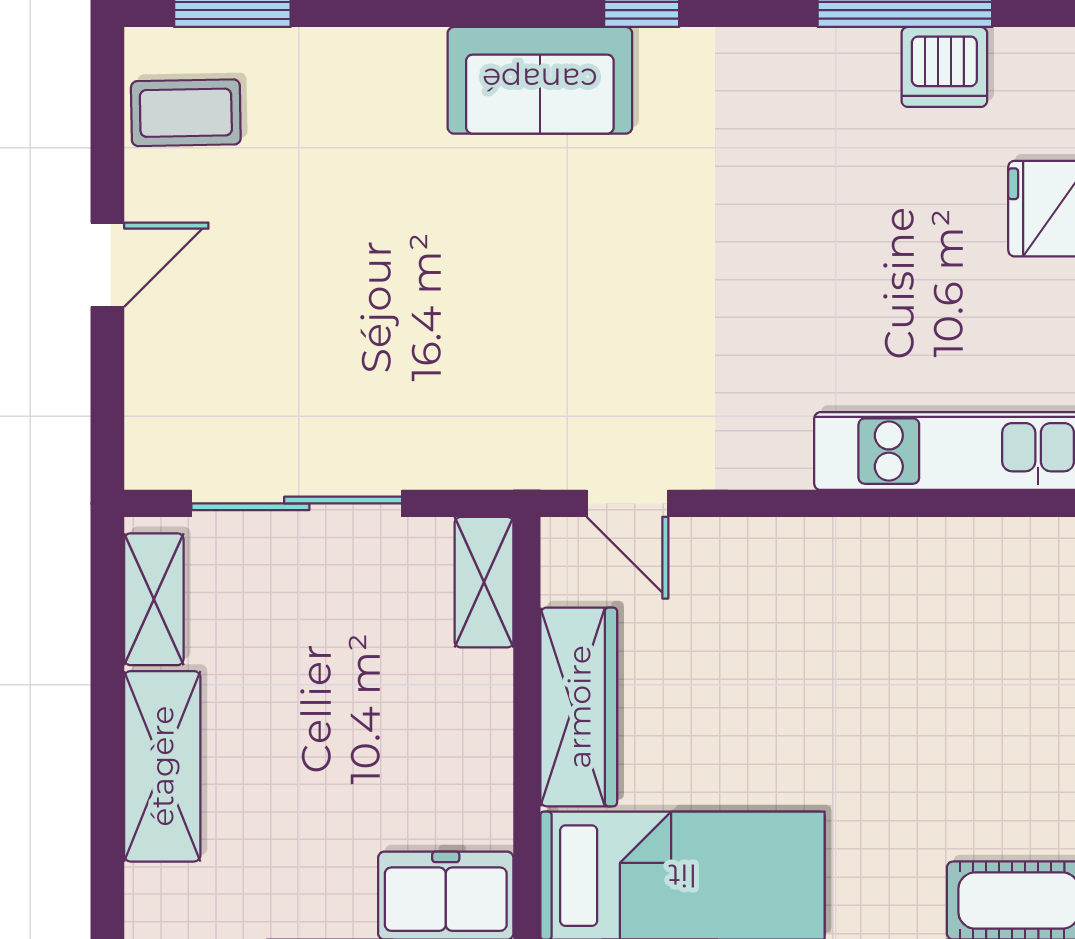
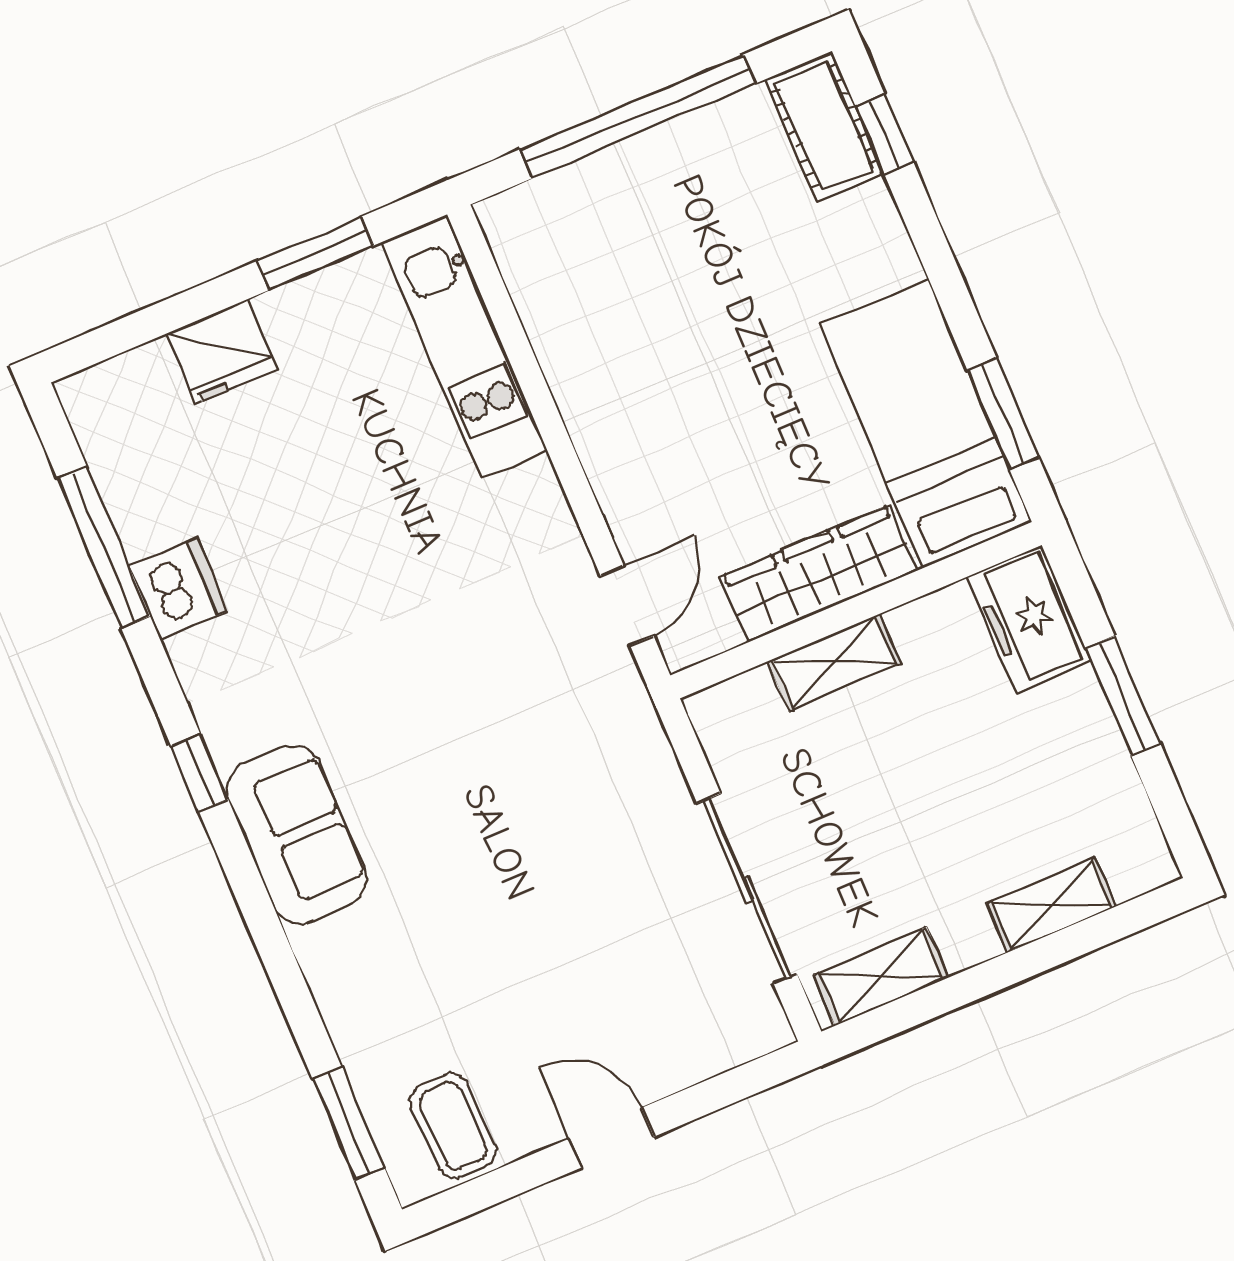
dishwasher: (944, 67) -> (179, 589), moved
shelving: (484, 582) -> (834, 663), moved
shelving: (162, 766) -> (1052, 905), width x0.67, depth x0.75

